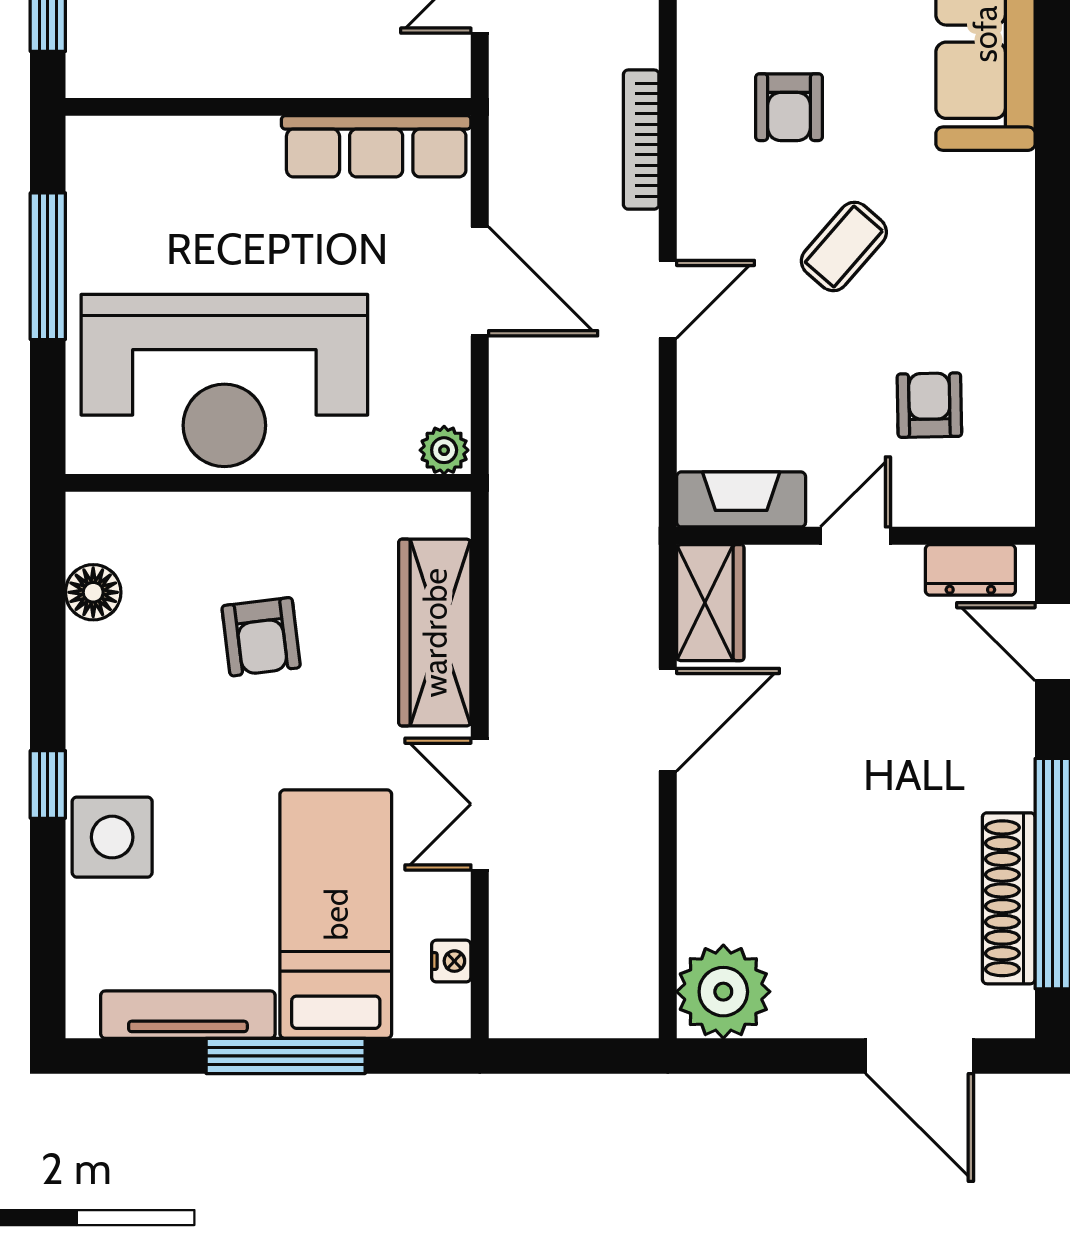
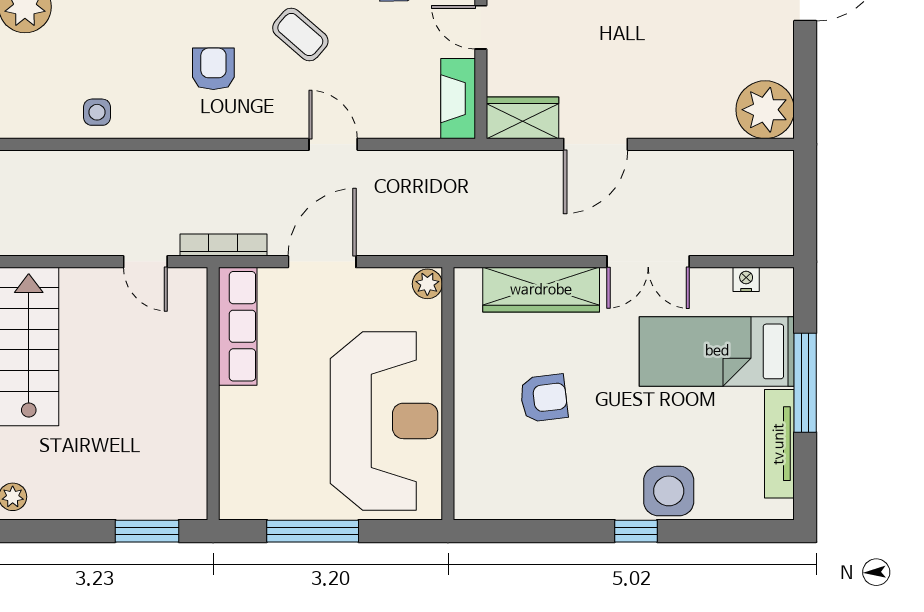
armchair: (789, 107) -> (213, 69), turned -90
bookcase: (641, 140) -> (223, 245), moved, turned 180
floor lamp: (93, 592) -> (516, 503), removed
door: (668, 720) -> (596, 144), swing flipped

